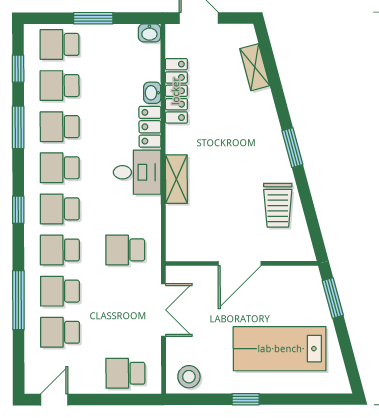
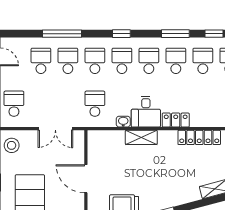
washbasin: (152, 93) -> (123, 122), moved

